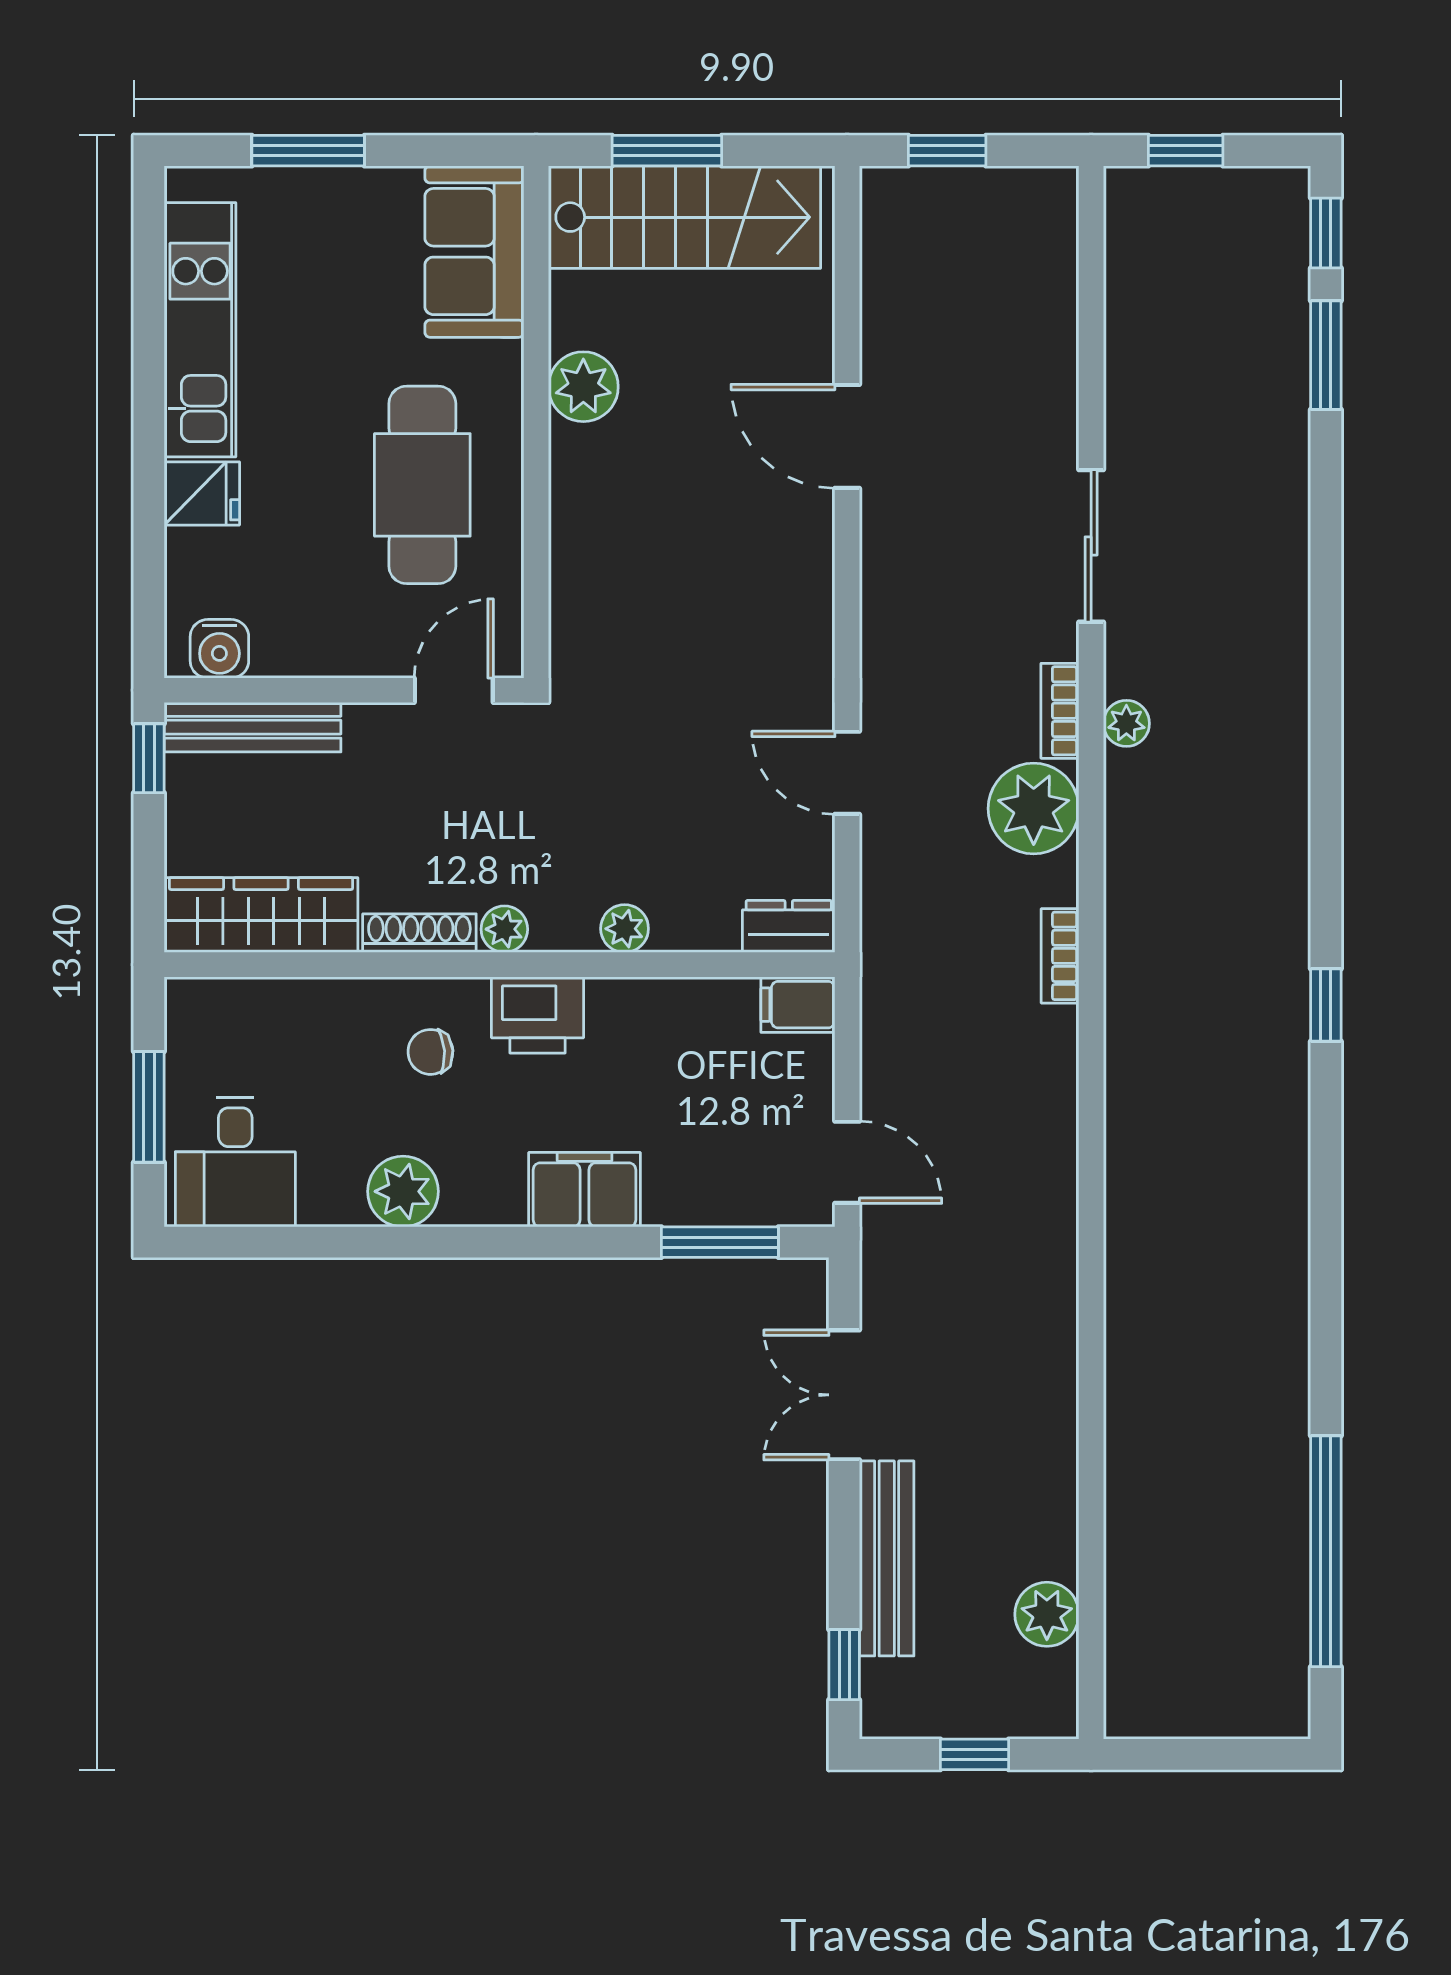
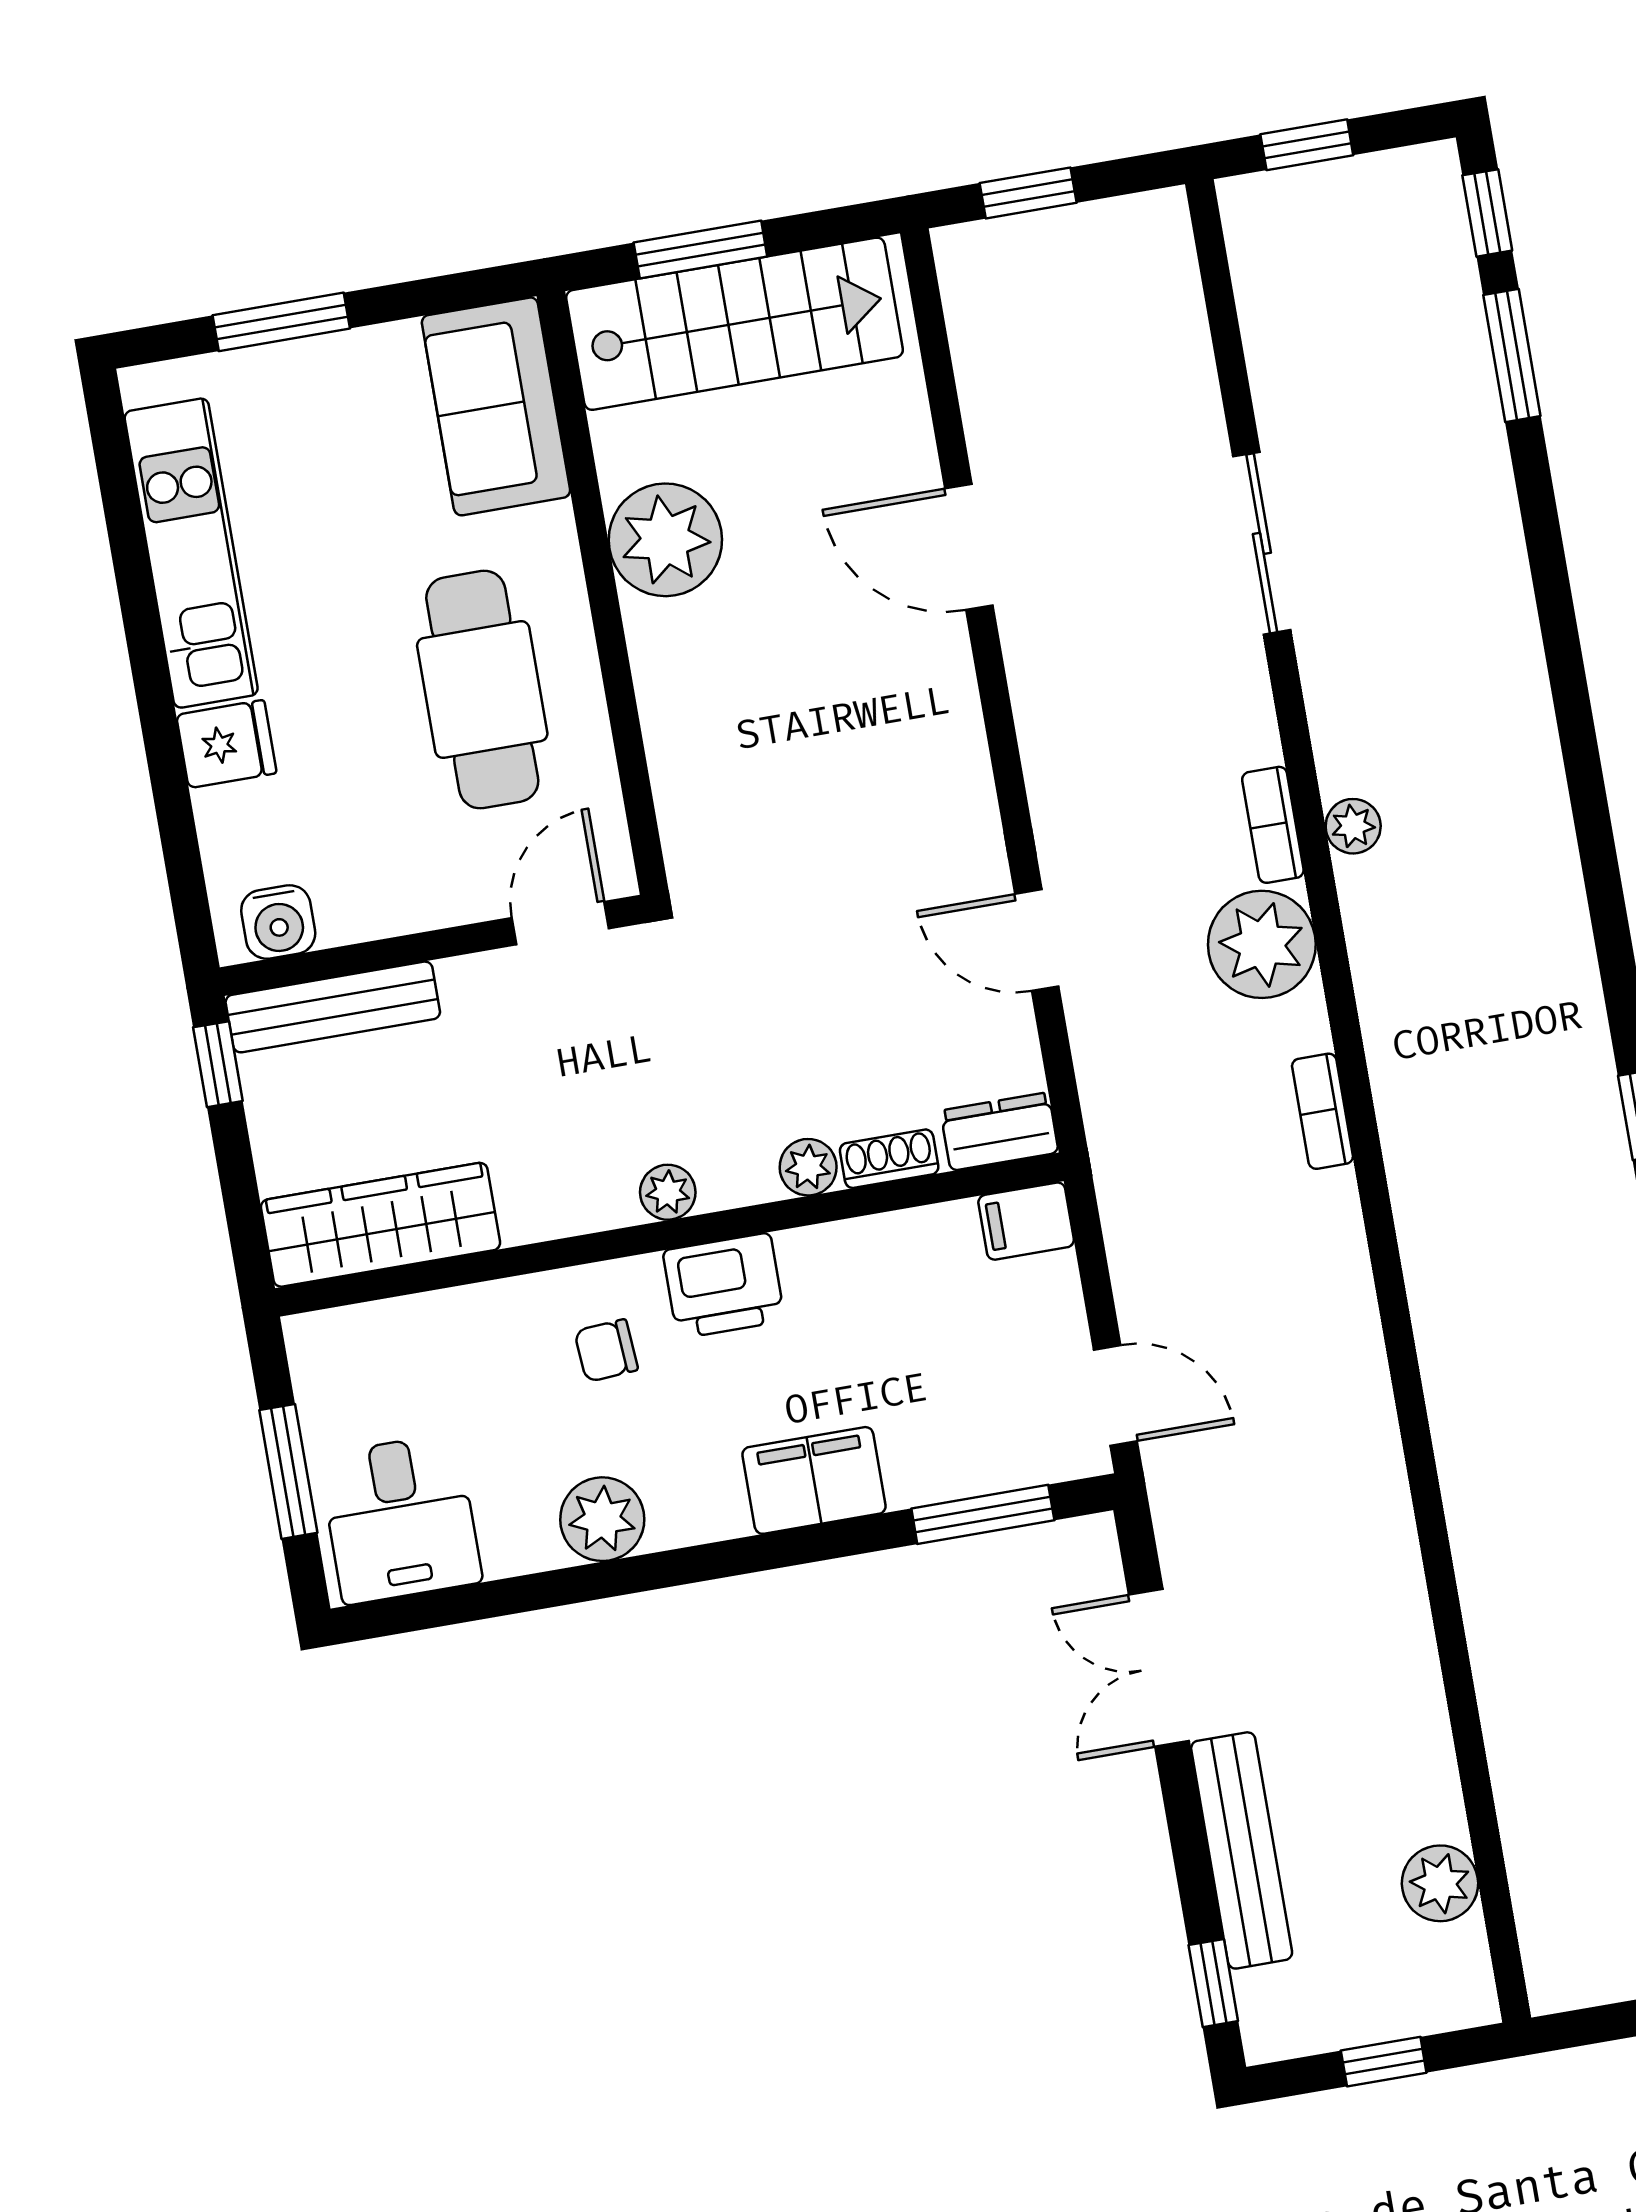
plant: (583, 387) -> (665, 540), width x1.36, depth x1.36
sliding door: (1091, 546) -> (1262, 543), moved
shoe rack: (419, 933) -> (889, 1159), moved, width x0.70

